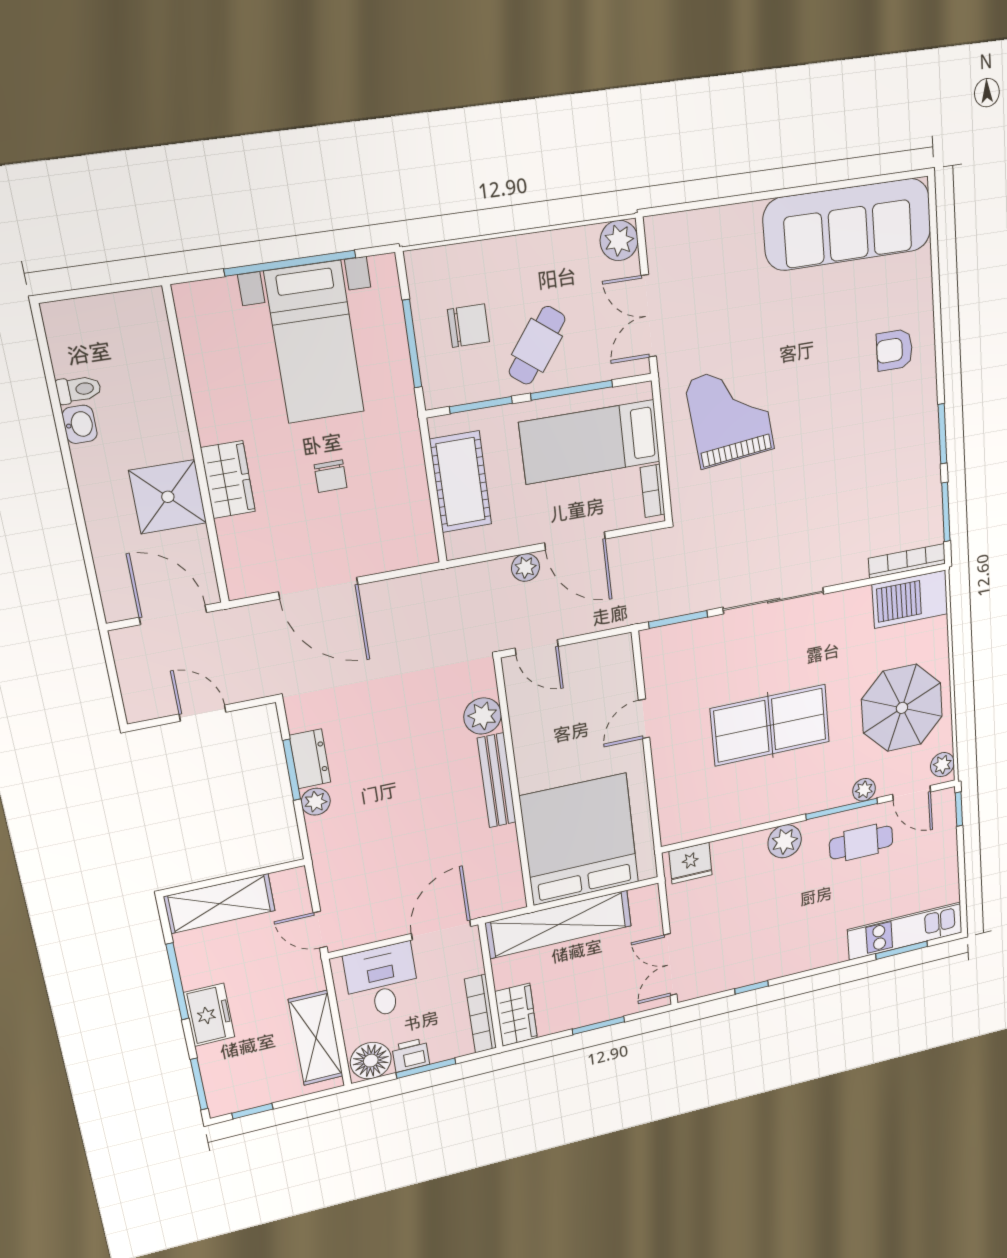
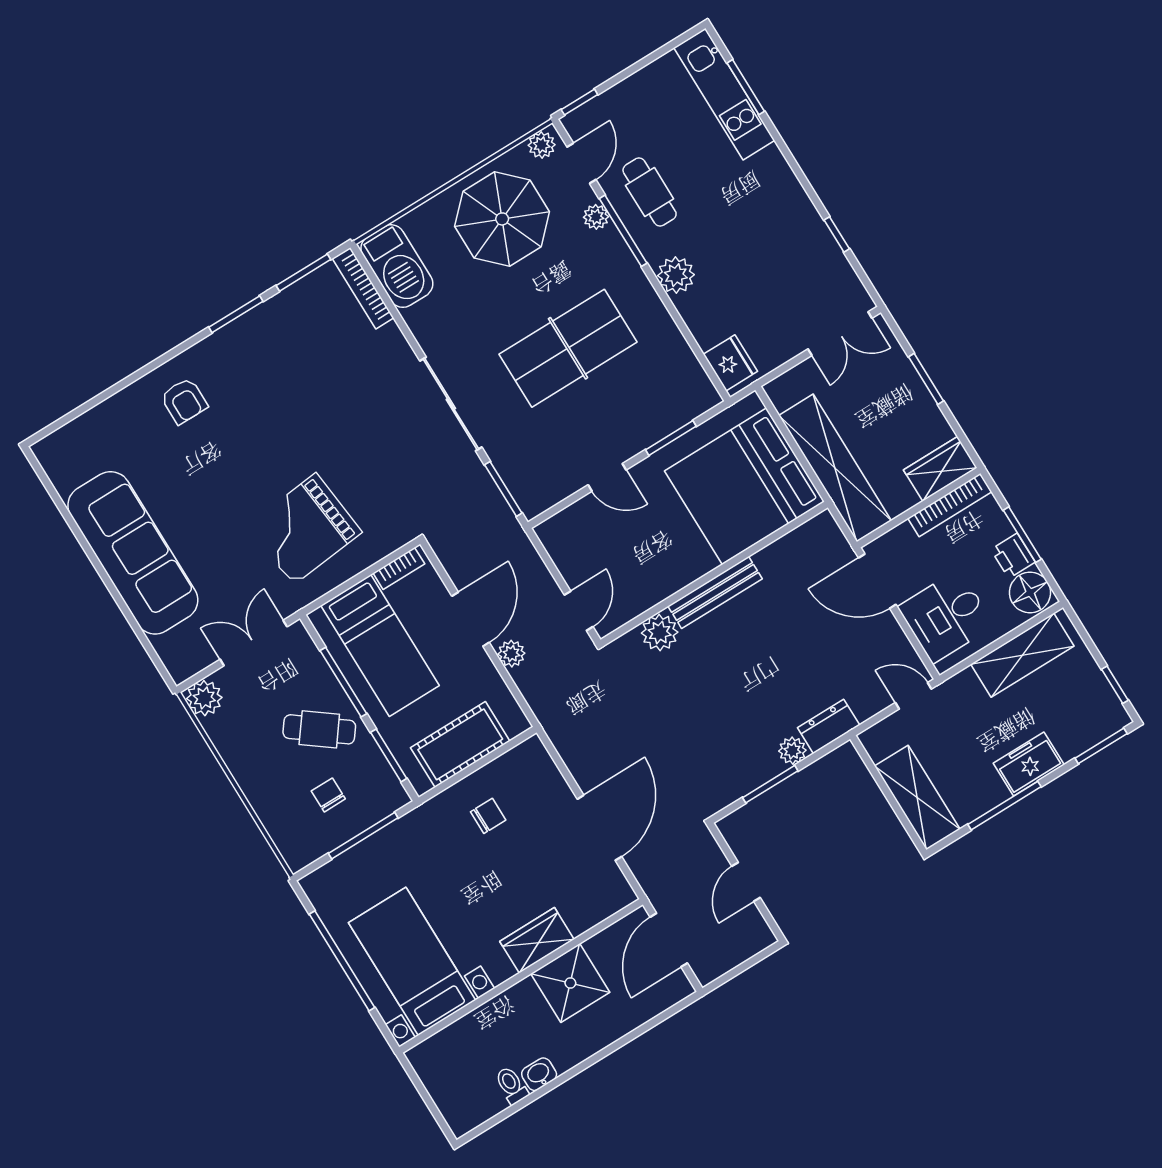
sofa: (848, 224) -> (133, 553), moved
double door: (649, 316) -> (254, 643), swing flipped
chair: (469, 326) -> (328, 795), width x0.73, depth x0.73
bed with nightstands: (315, 342) -> (412, 961), moved, turned -90
chair: (331, 476) -> (488, 816), moved
table tennis table: (770, 725) -> (568, 348), turned 90
dresser: (310, 759) -> (829, 726), moved
window: (652, 789) -> (671, 438), added
door: (320, 930) -> (913, 696), swing flipped

